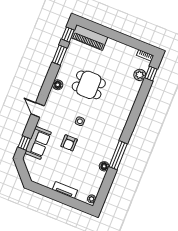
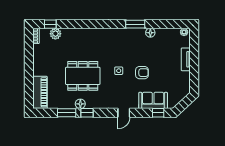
window: (68, 35) -> (87, 113), moved
floor lamp: (58, 85) -> (80, 104), moved
dining table: (89, 85) -> (83, 76), width x1.38
window: (118, 155) -> (135, 24), width x0.69

